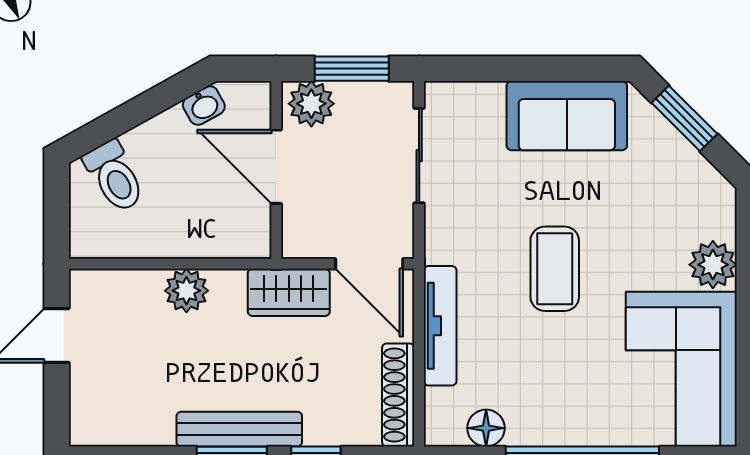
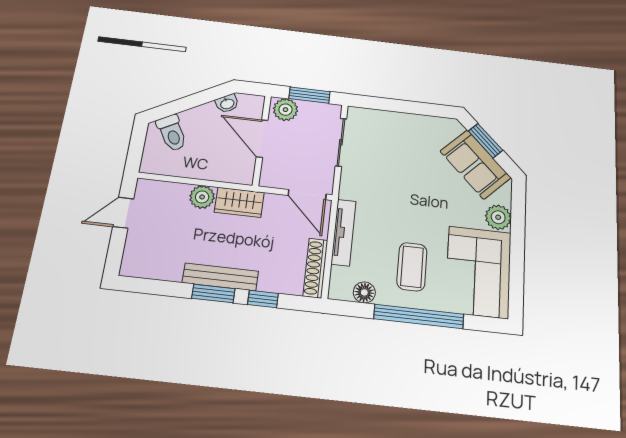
sofa: (567, 116) -> (475, 164), moved, turned 45
coffee table: (555, 269) -> (412, 267), moved
wardrobe: (289, 292) -> (239, 202), moved

